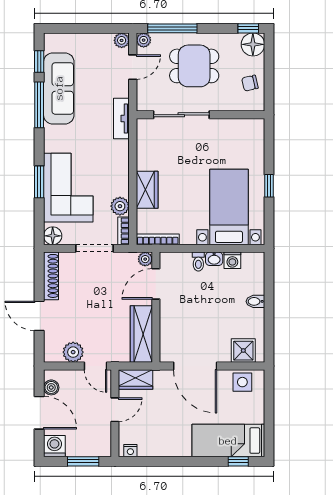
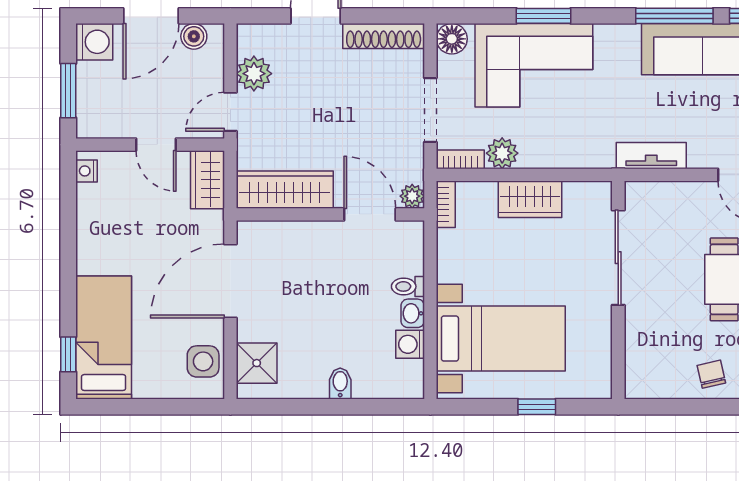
sliding door: (181, 115) -> (618, 258), moved
wall: (200, 115) -> (618, 290), moved
bookcase: (158, 239) -> (446, 204), width x0.64

